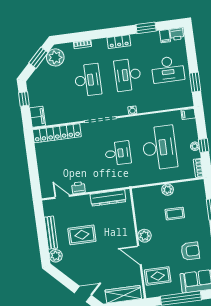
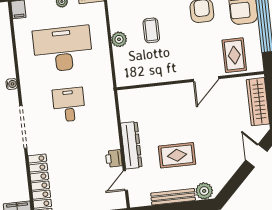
dresser: (108, 198) -> (131, 145), moved
rug: (82, 235) -> (177, 155), turned 90
plant: (145, 236) -> (180, 72), removed

